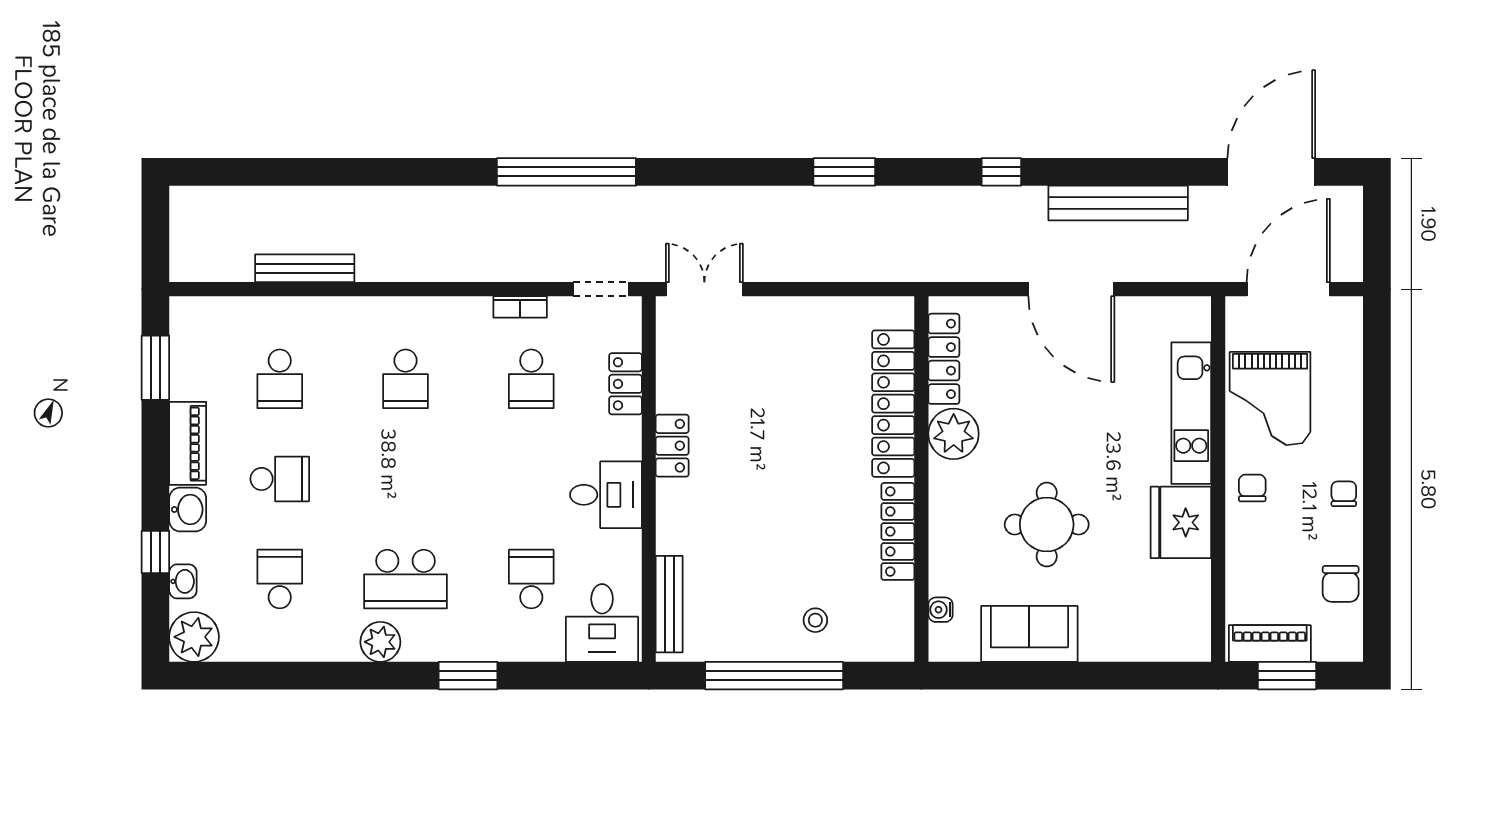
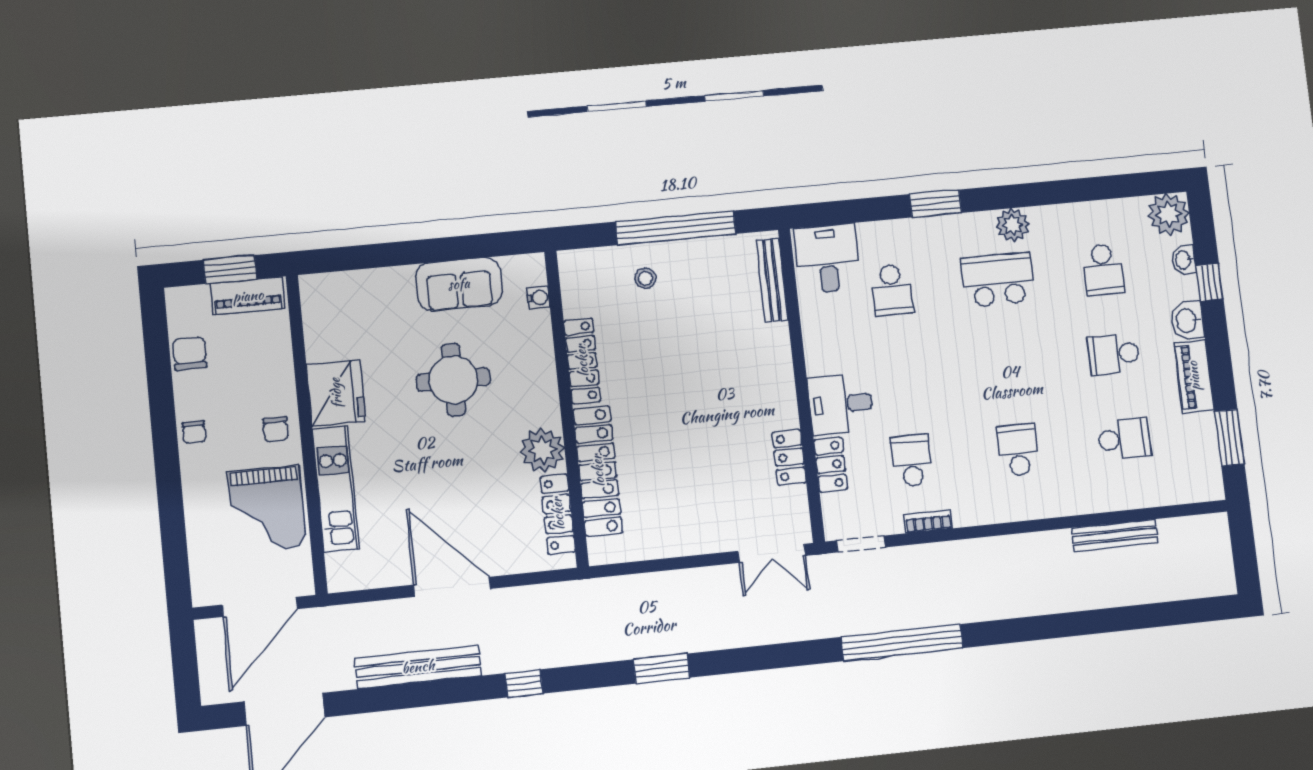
school desk: (280, 379) -> (1124, 439), turned 90
grand piano: (1270, 398) -> (267, 509), turned 180
locker: (672, 446) -> (789, 457), moved
desk: (606, 495) -> (841, 404), moved

